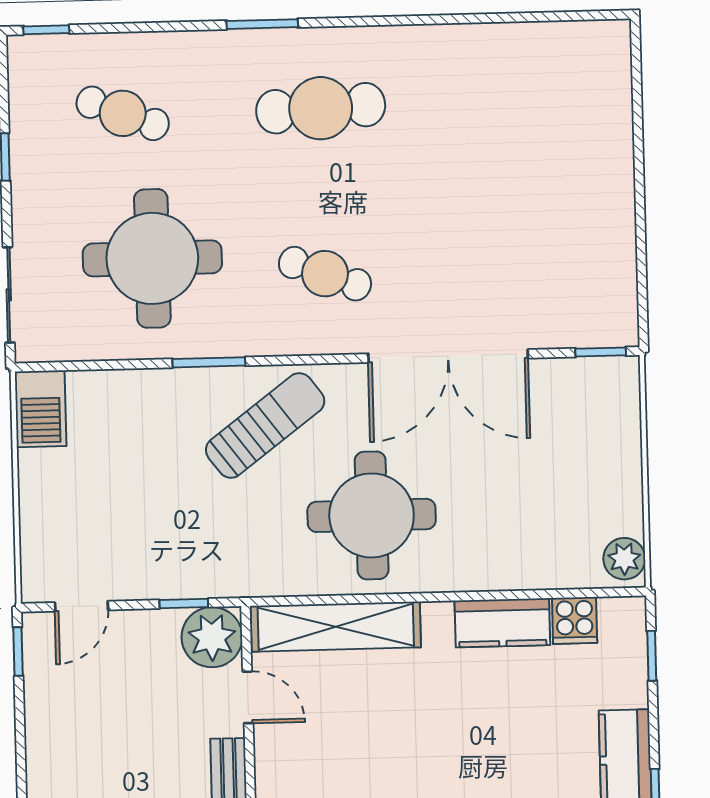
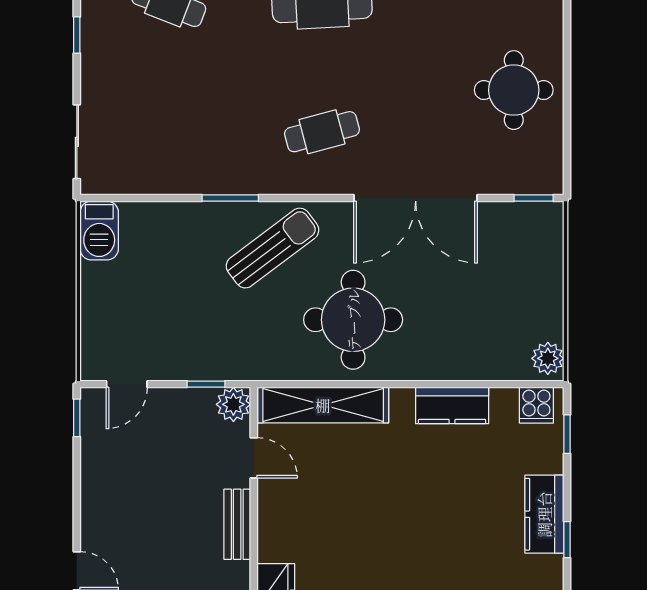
round table: (152, 258) -> (514, 90), moved, width x0.73, depth x0.73
cafe table: (325, 274) -> (322, 132), turned -36
cooker: (575, 620) -> (536, 405), moved
plant: (212, 637) -> (233, 404), width x0.73, depth x0.73

